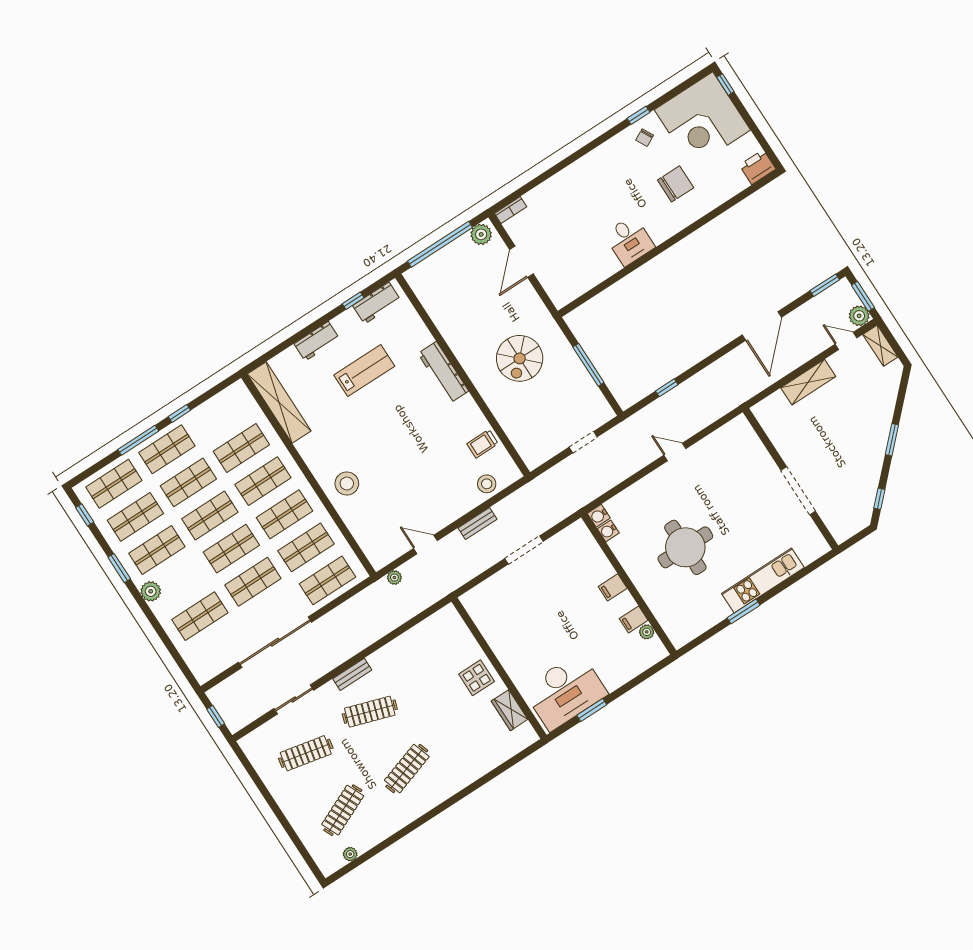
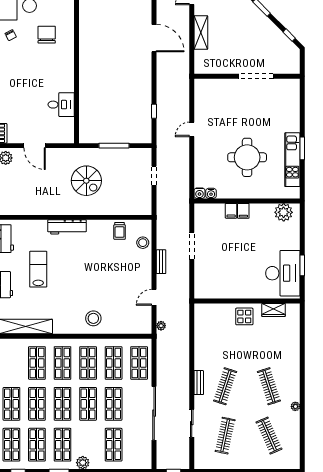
desk: (629, 241) -> (61, 105), moved
kitchen unit: (763, 580) -> (292, 160), moved
filing cabinet: (634, 619) -> (231, 211), moved
plant: (647, 632) -> (284, 212), width x1.87, depth x1.87
plant: (350, 854) -> (295, 406), moved

